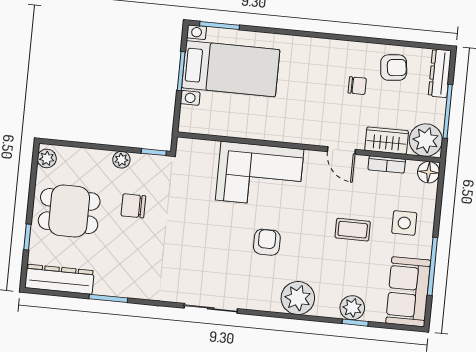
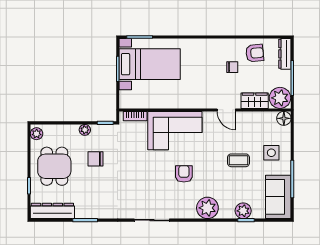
bookcase: (387, 164) -> (135, 116), moved
dining table: (69, 211) -> (54, 166), turned 90

